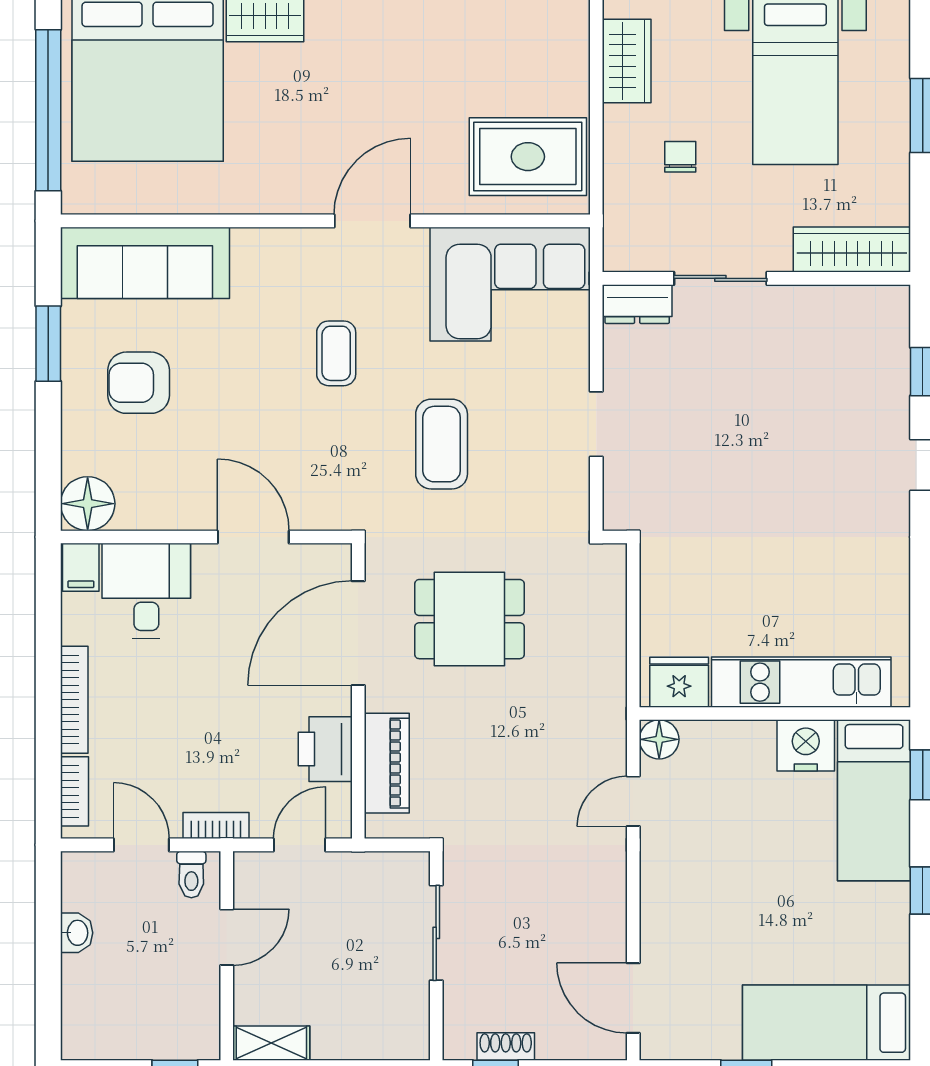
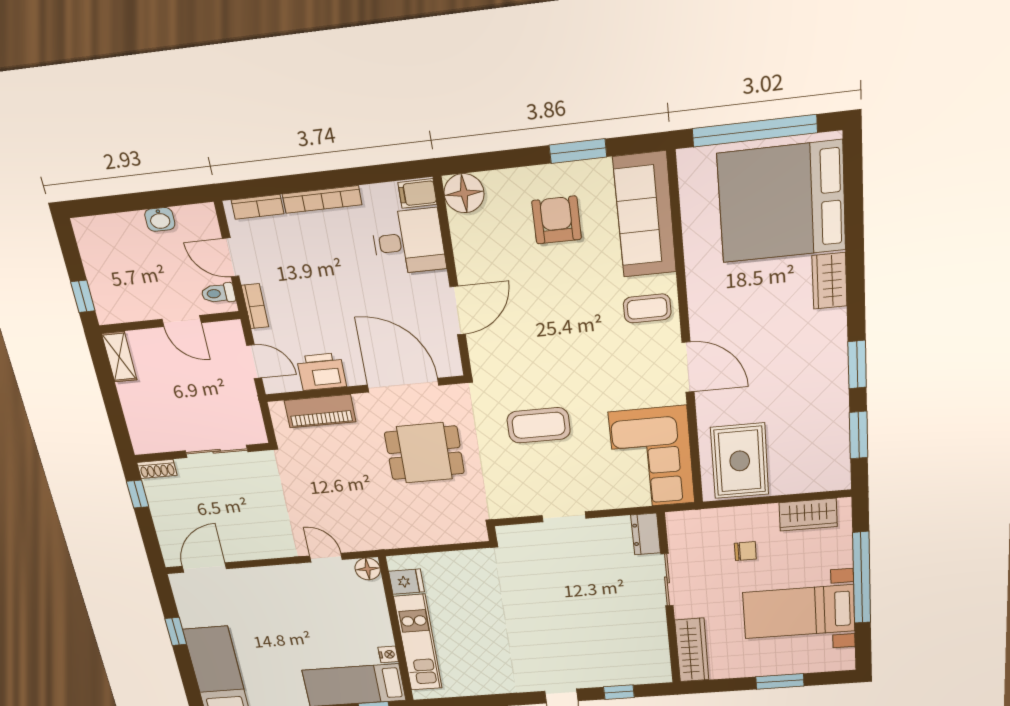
coffee table: (336, 353) -> (647, 308), moved
dining table: (469, 619) -> (424, 453), turned 90
fridge: (679, 682) -> (406, 582), width x0.72
nightstand: (806, 745) -> (388, 654), width x0.53, depth x0.56
door: (141, 845) -> (231, 257), swing flipped
shoe rack: (506, 1046) -> (157, 469), moved, turned 90

